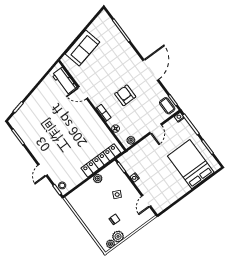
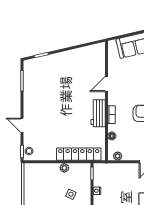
workbench: (64, 81) -> (98, 113), moved
door: (83, 93) -> (106, 84), hinge flipped
door: (43, 170) -> (22, 125), hinge flipped

